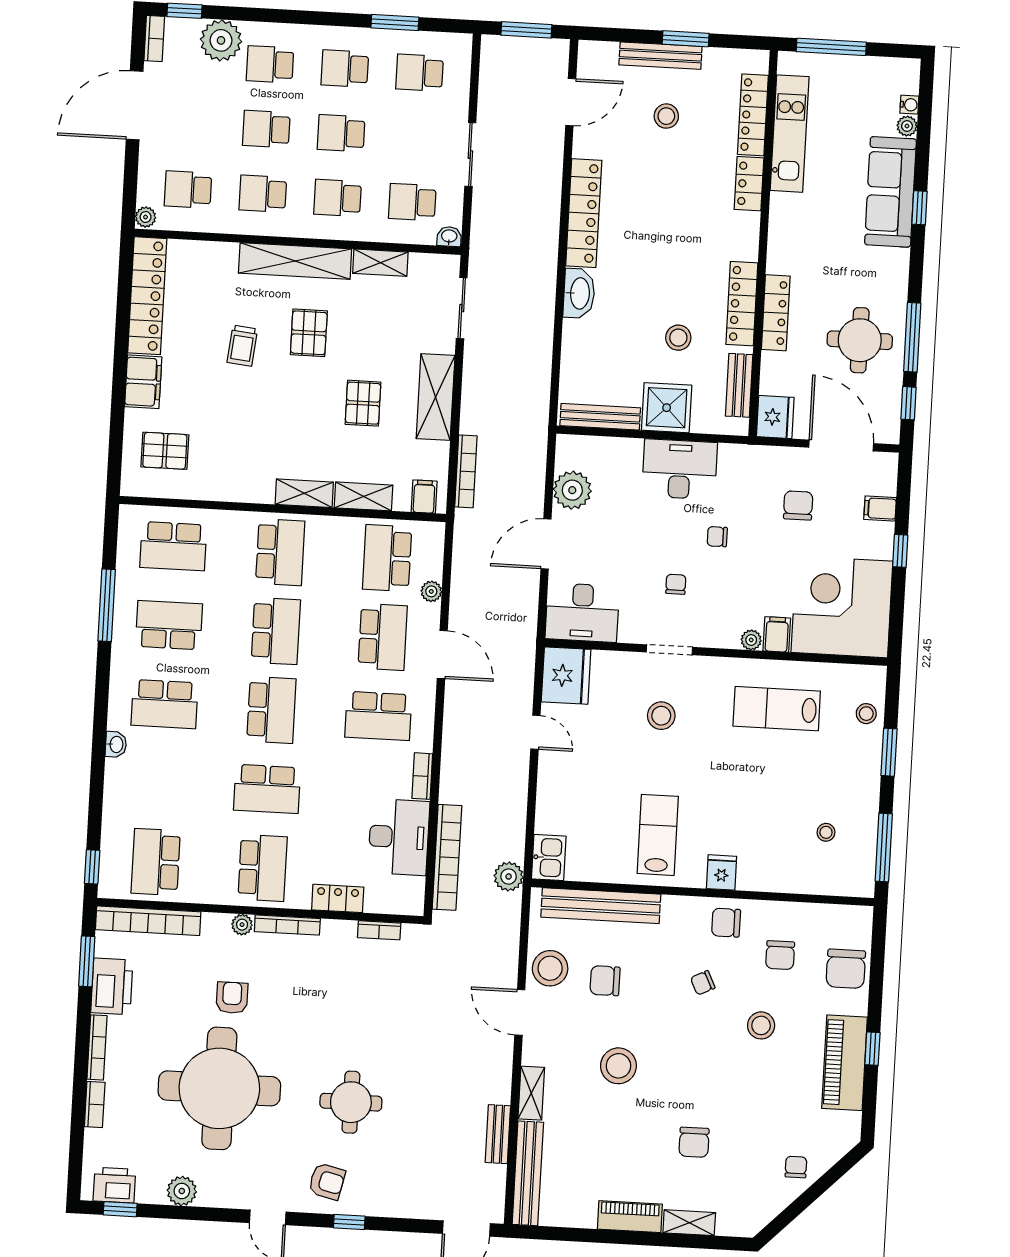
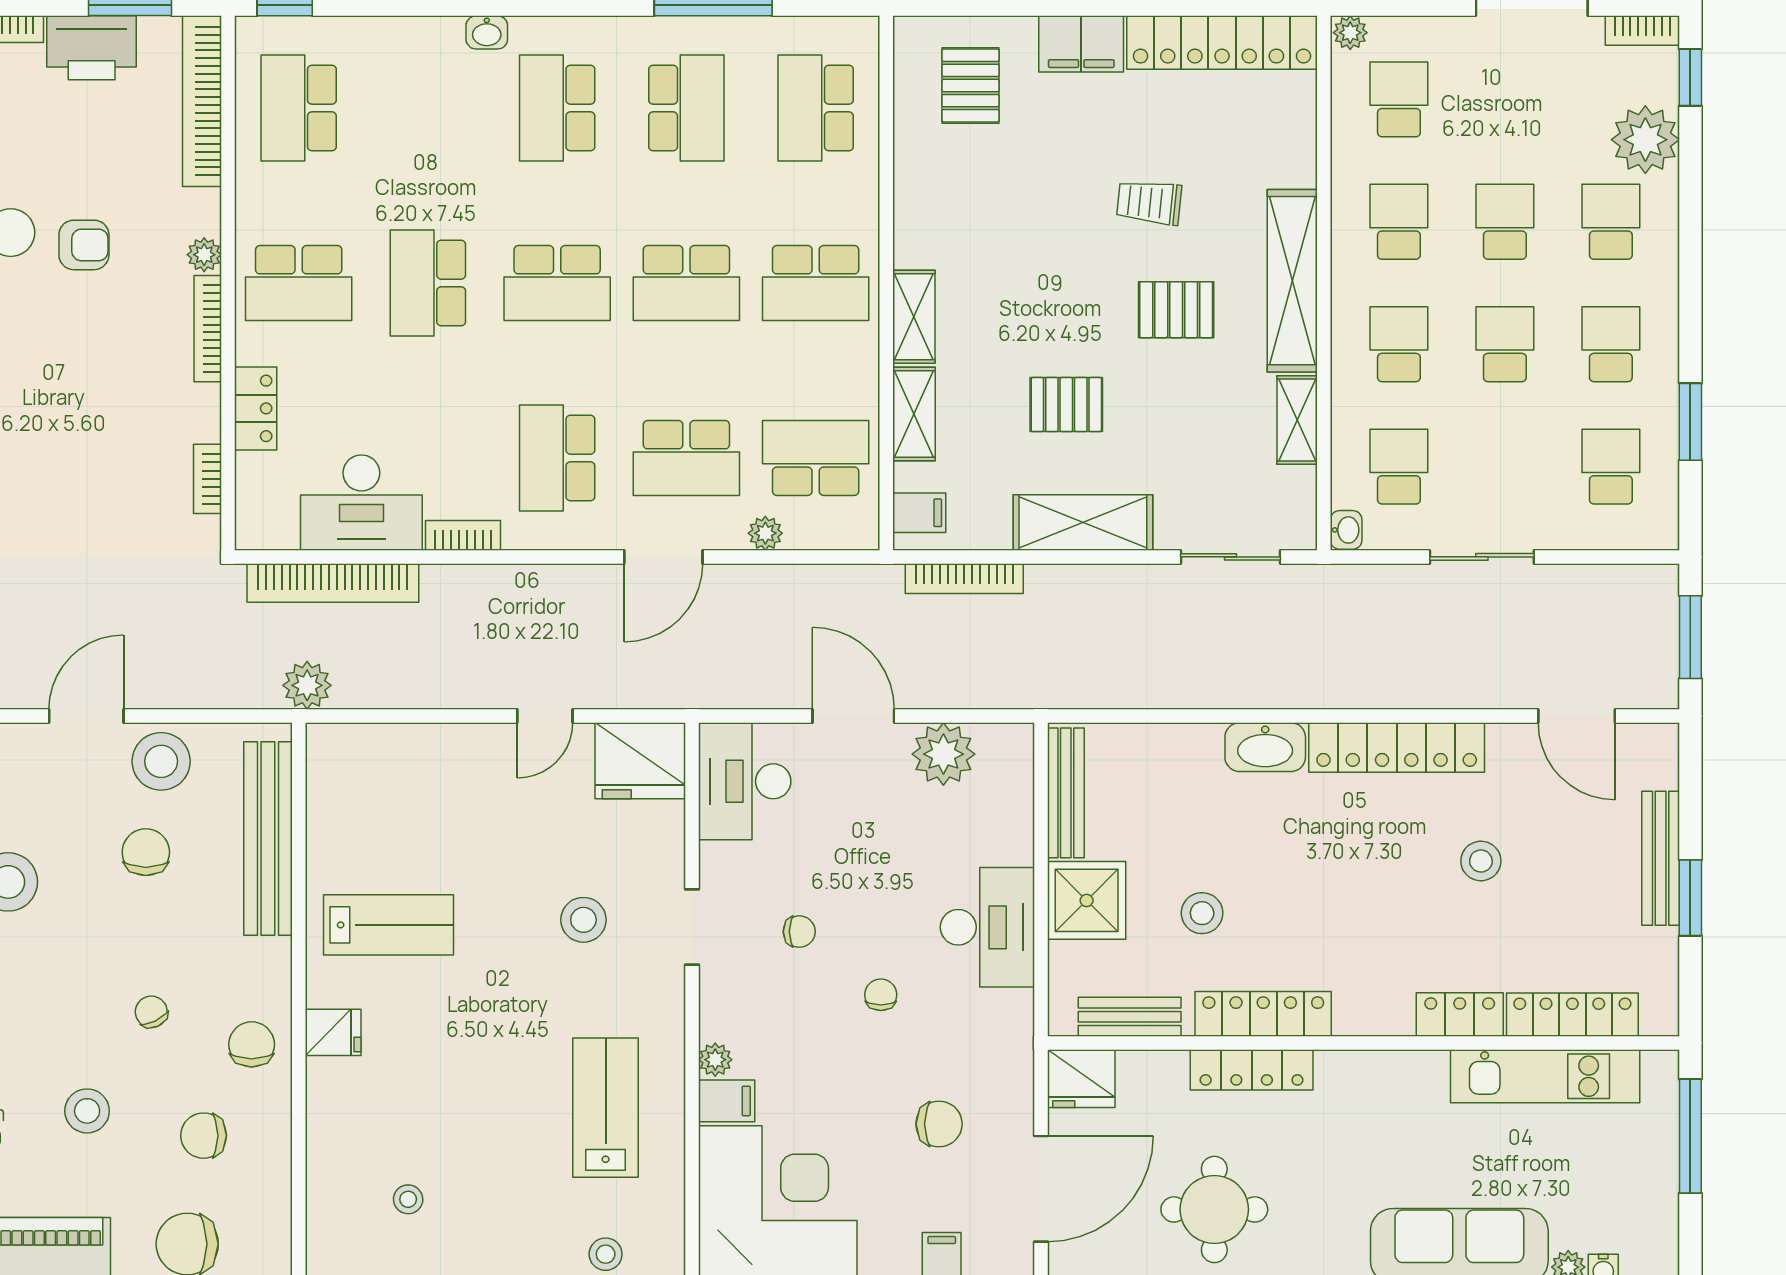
stool: (666, 116) -> (1481, 861), moved
kitchen sink: (549, 858) -> (342, 749), removed
school desk: (156, 862) -> (299, 108), turned -90

